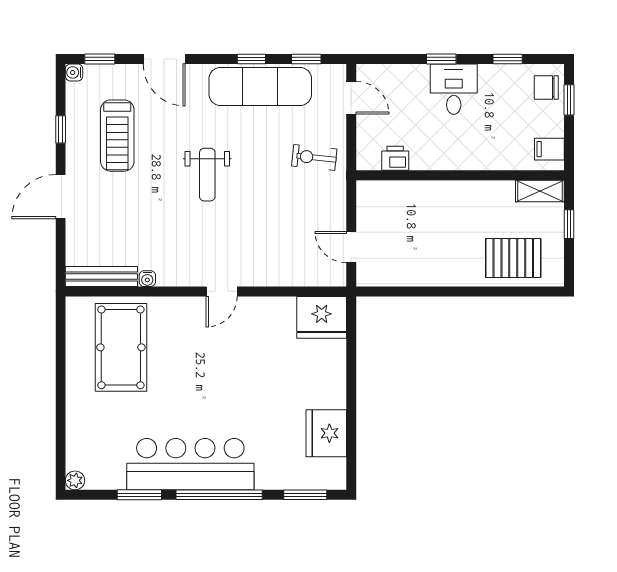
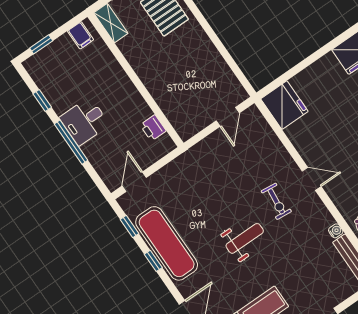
window: (441, 59) -> (71, 142), width x2.17
chair: (546, 88) -> (43, 64), removed
exercise bike: (314, 157) -> (276, 201), moved

